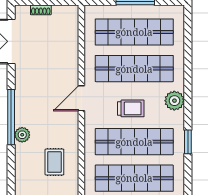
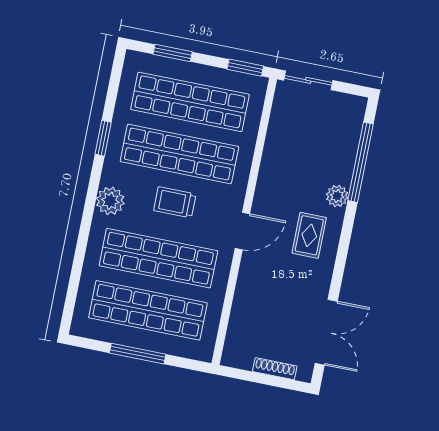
shoe rack: (41, 10) -> (275, 369), width x1.43
window: (11, 117) -> (360, 162), moved
rug: (54, 162) -> (309, 235), moved

